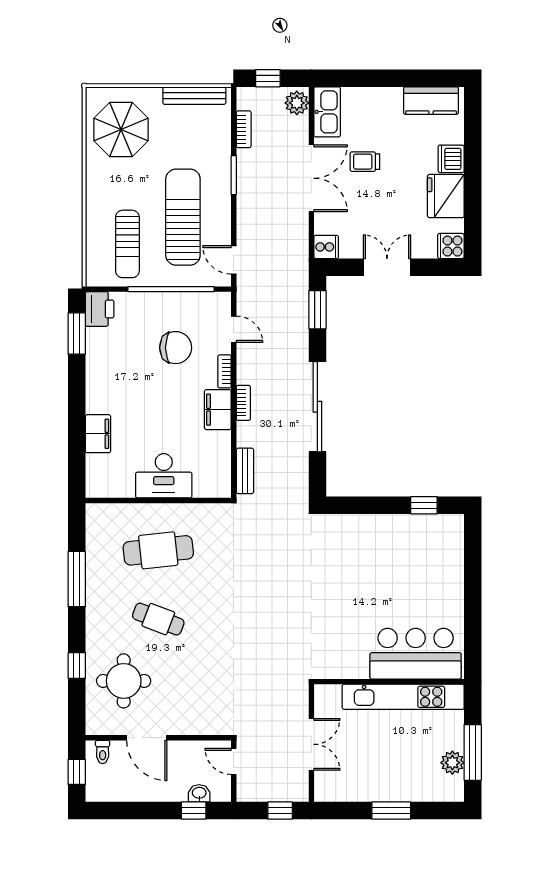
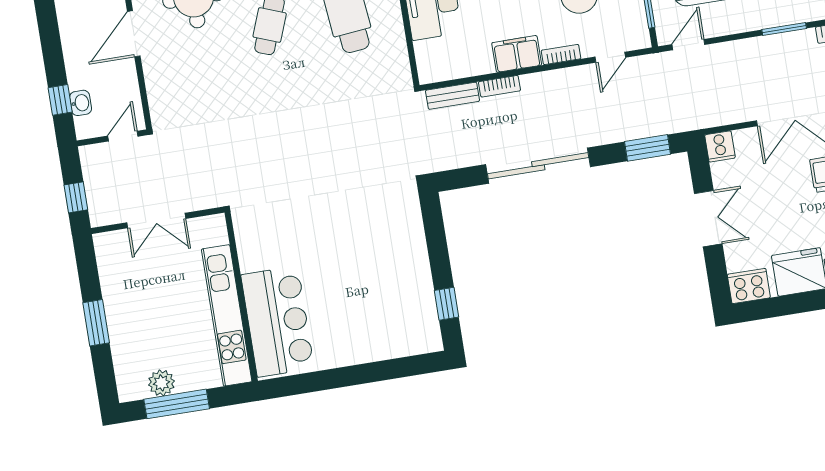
cooker: (451, 246) -> (749, 286), width x1.36
bookcase: (243, 403) -> (499, 86), moved

